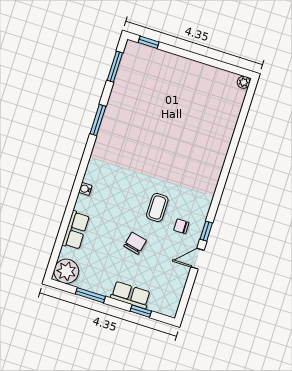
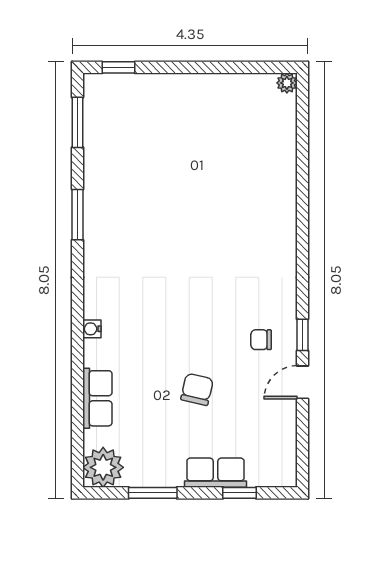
coffee table: (157, 207) -> (214, 322), removed

